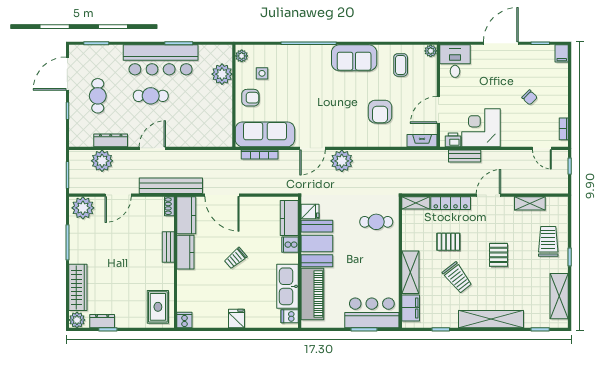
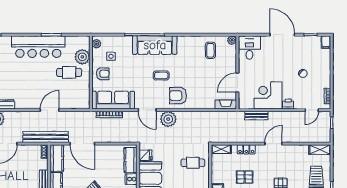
door: (501, 43) -> (282, 35), hinge flipped
sofa: (354, 58) -> (155, 45), moved, width x1.36
cafe table: (151, 96) -> (69, 72), moved
coffee table: (332, 100) -> (161, 75), added
armchair: (380, 112) -> (178, 96), moved, turned 90
printer: (453, 140) -> (288, 104), moved
door: (152, 148) -> (50, 110), moved
door: (312, 148) -> (147, 110), hinge flipped
door: (542, 148) -> (312, 110), hinge flipped
locker: (451, 203) -> (246, 149), width x0.66
shelving: (530, 203) -> (320, 150), moved

